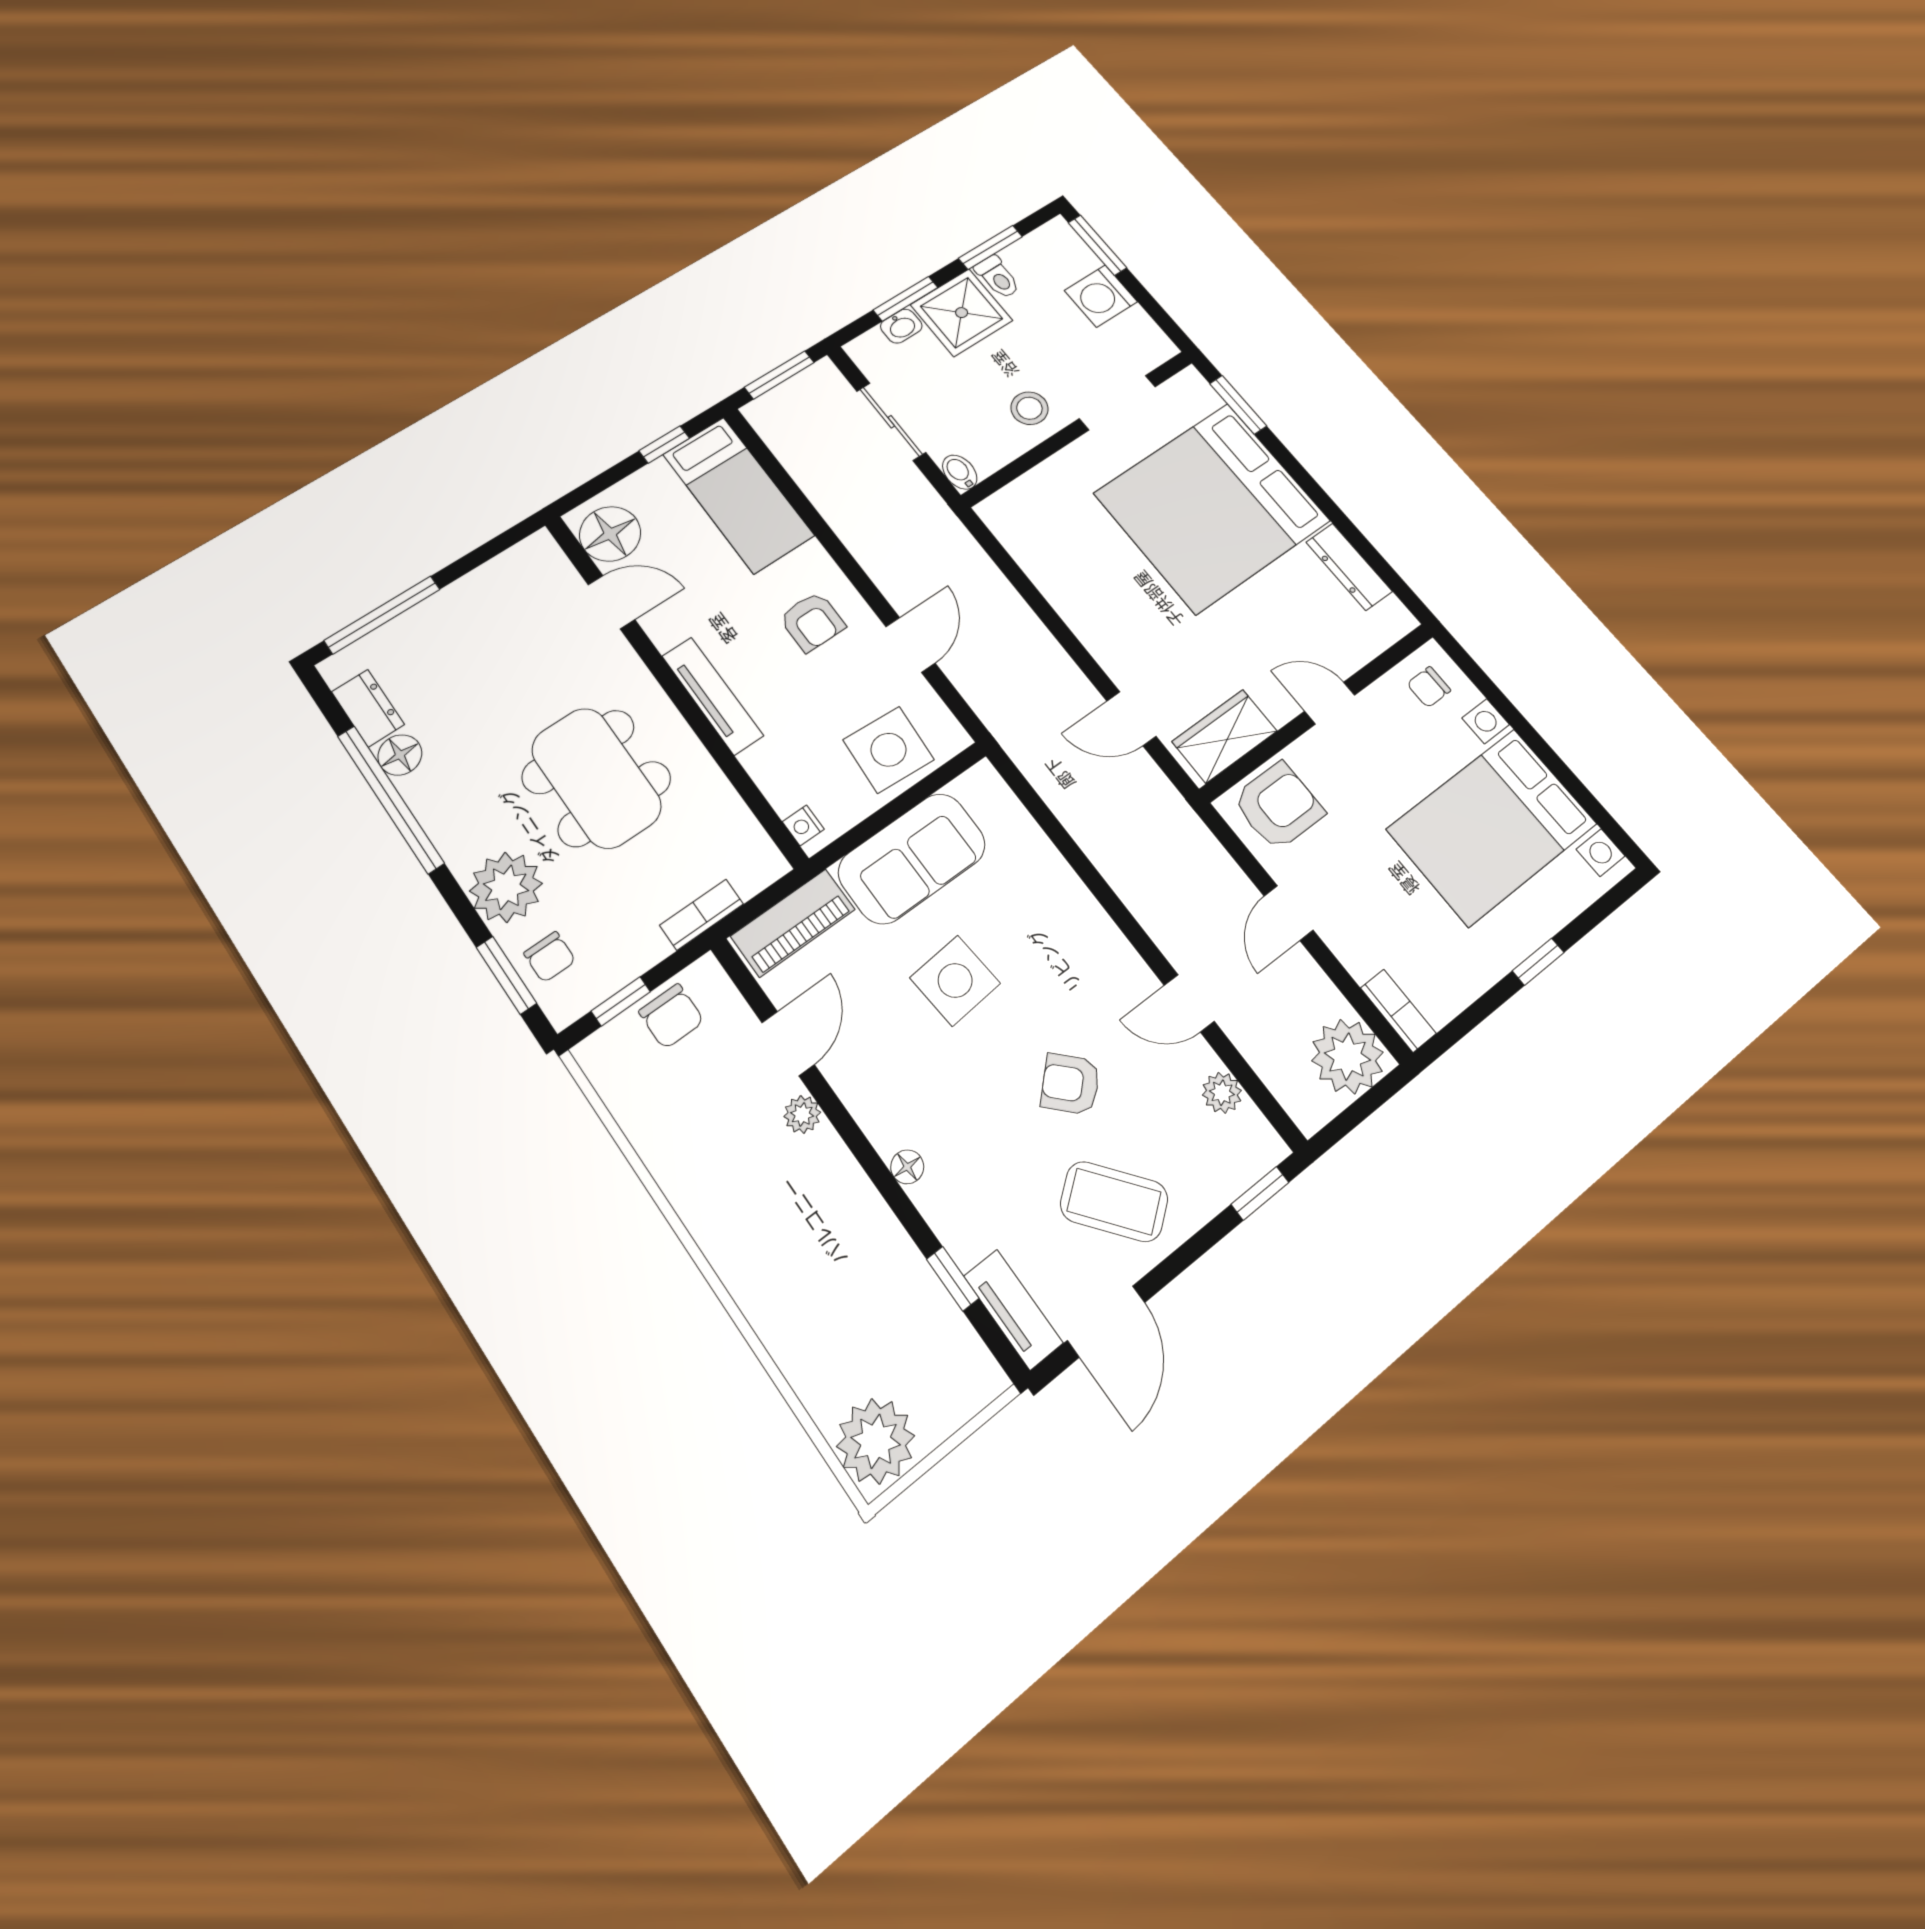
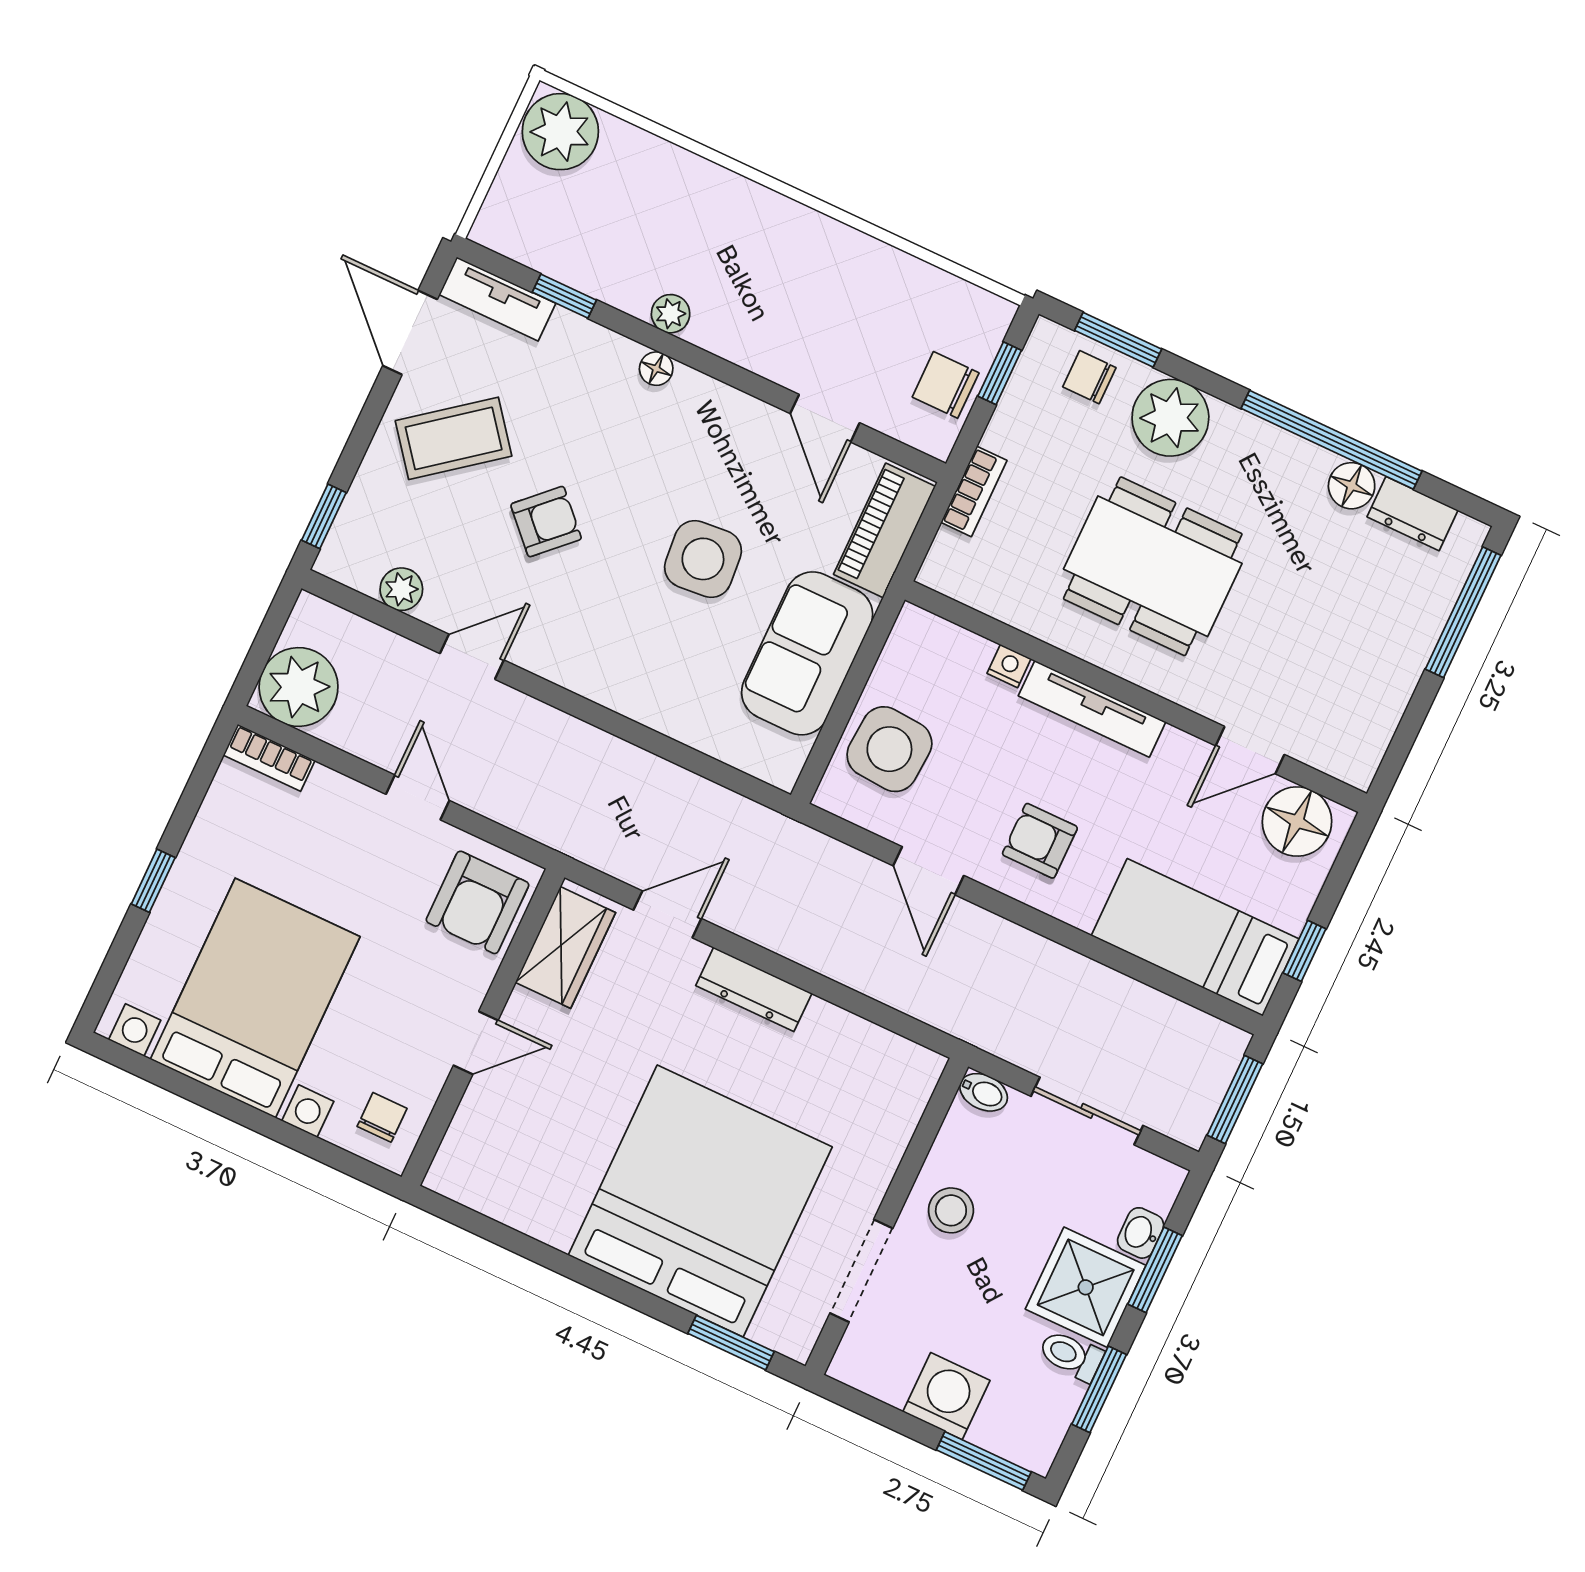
dresser: (1349, 567) -> (754, 989), moved, turned 180
nightstand: (803, 825) -> (1009, 666), moved
plant: (802, 1114) -> (671, 314), moved

